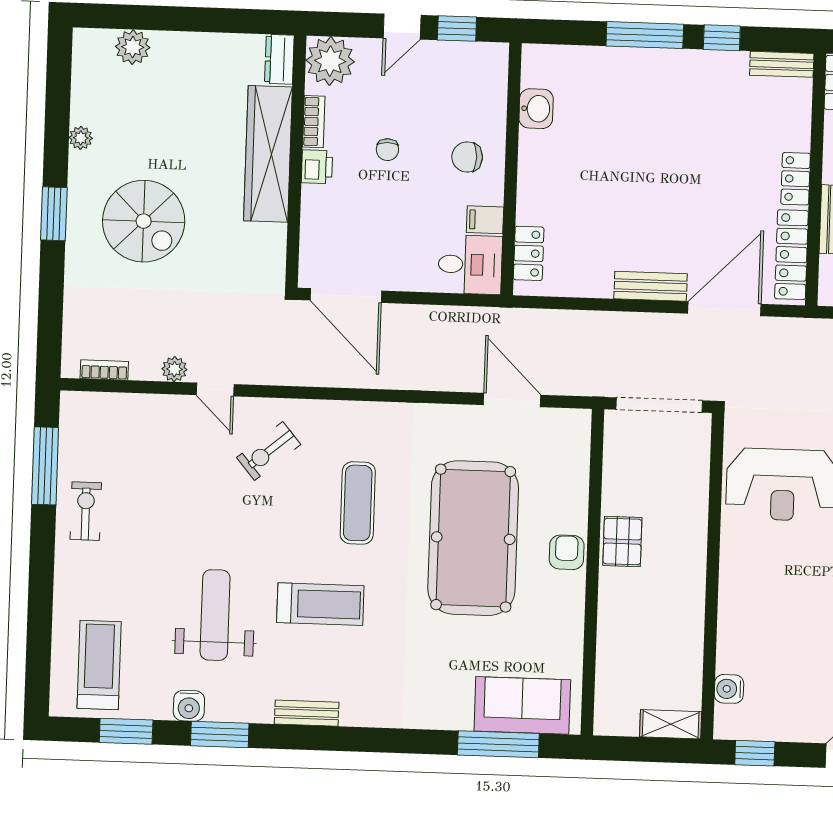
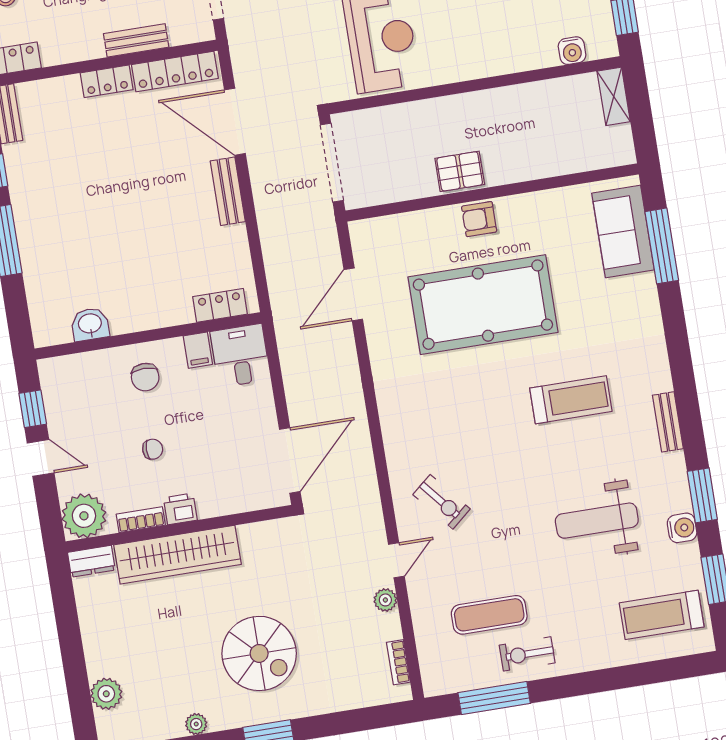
spiral stairs: (144, 221) -> (259, 653), turned 90
exercise mat: (358, 503) -> (489, 615), moved
treadmill: (320, 604) -> (571, 400), moved, turned 90

